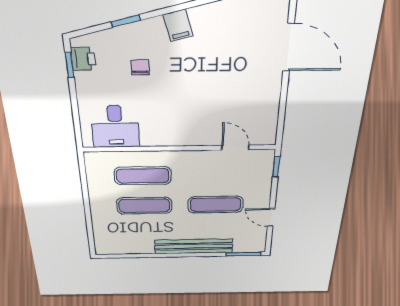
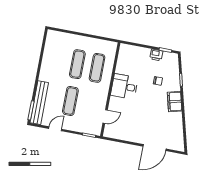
filing cabinet: (178, 25) -> (175, 102), width x2.00
printer: (83, 59) -> (156, 55), moved
desk: (115, 127) -> (124, 86), moved
bench: (194, 246) -> (39, 103), moved

